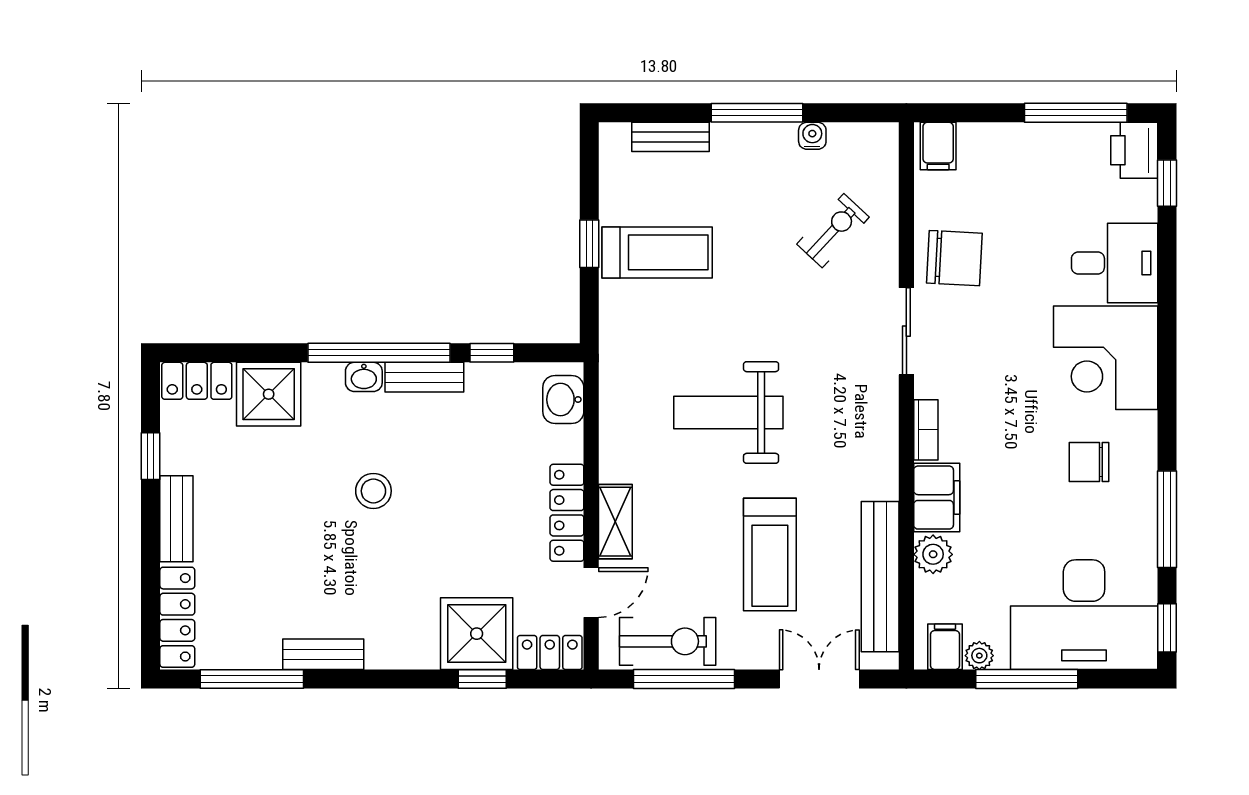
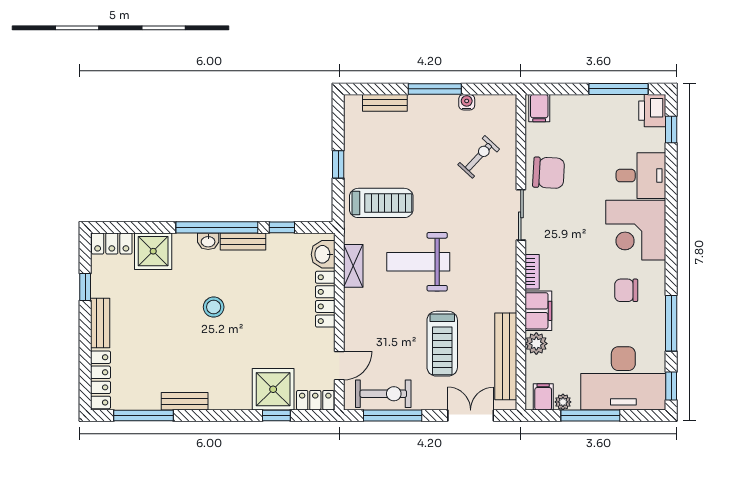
treadmill: (657, 252) -> (381, 203), moved
locker: (567, 513) -> (325, 299), moved
shelving: (615, 522) -> (353, 266), moved

